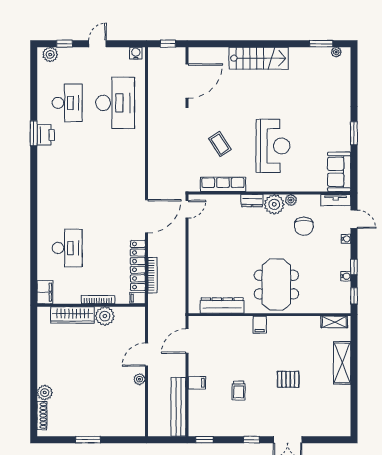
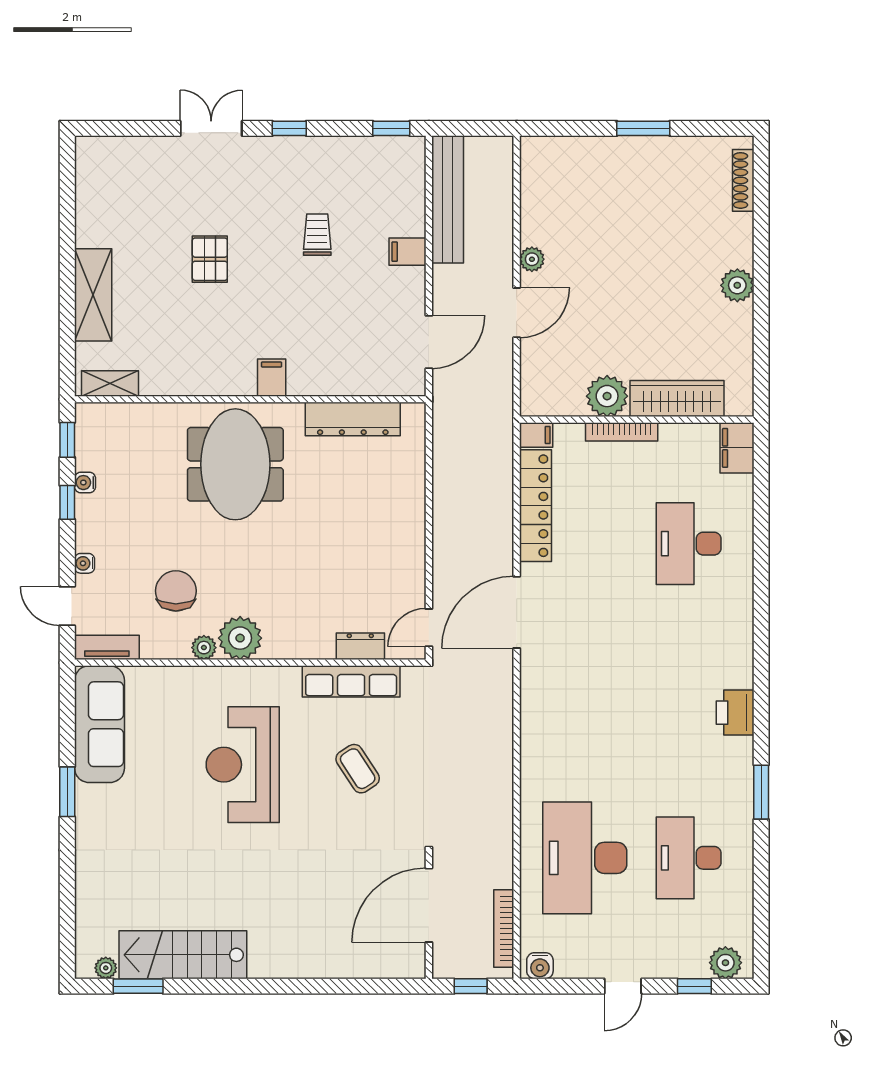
stairs: (259, 58) -> (183, 955), moved
printer: (46, 135) -> (735, 713), moved
sofa: (339, 172) -> (99, 724), width x1.36
dresser: (252, 201) -> (360, 646), moved
bookcase: (152, 275) -> (504, 929), moved
pallet: (288, 379) -> (210, 259), turned 90
plant: (45, 393) -> (737, 285), moved

